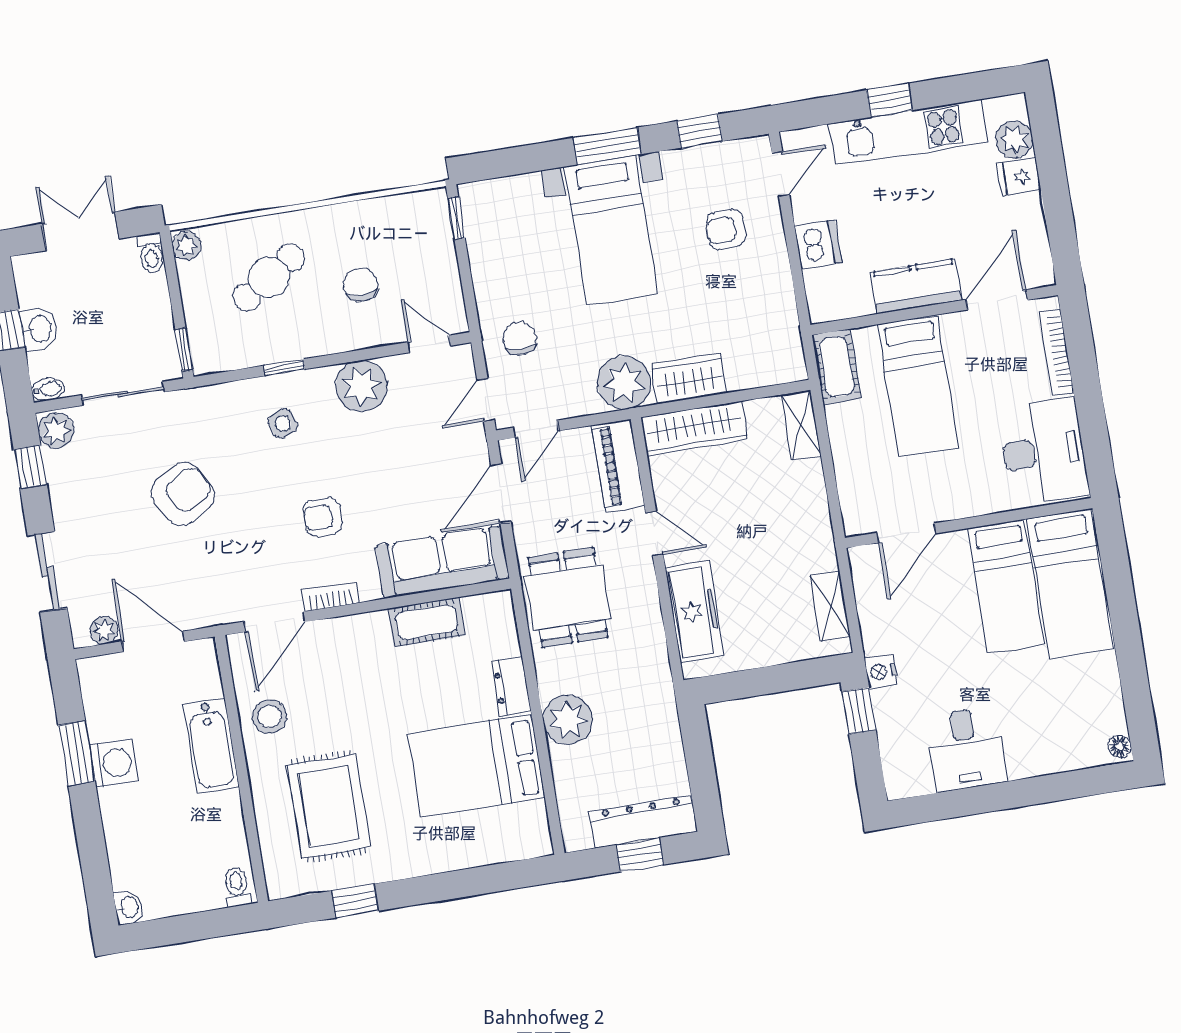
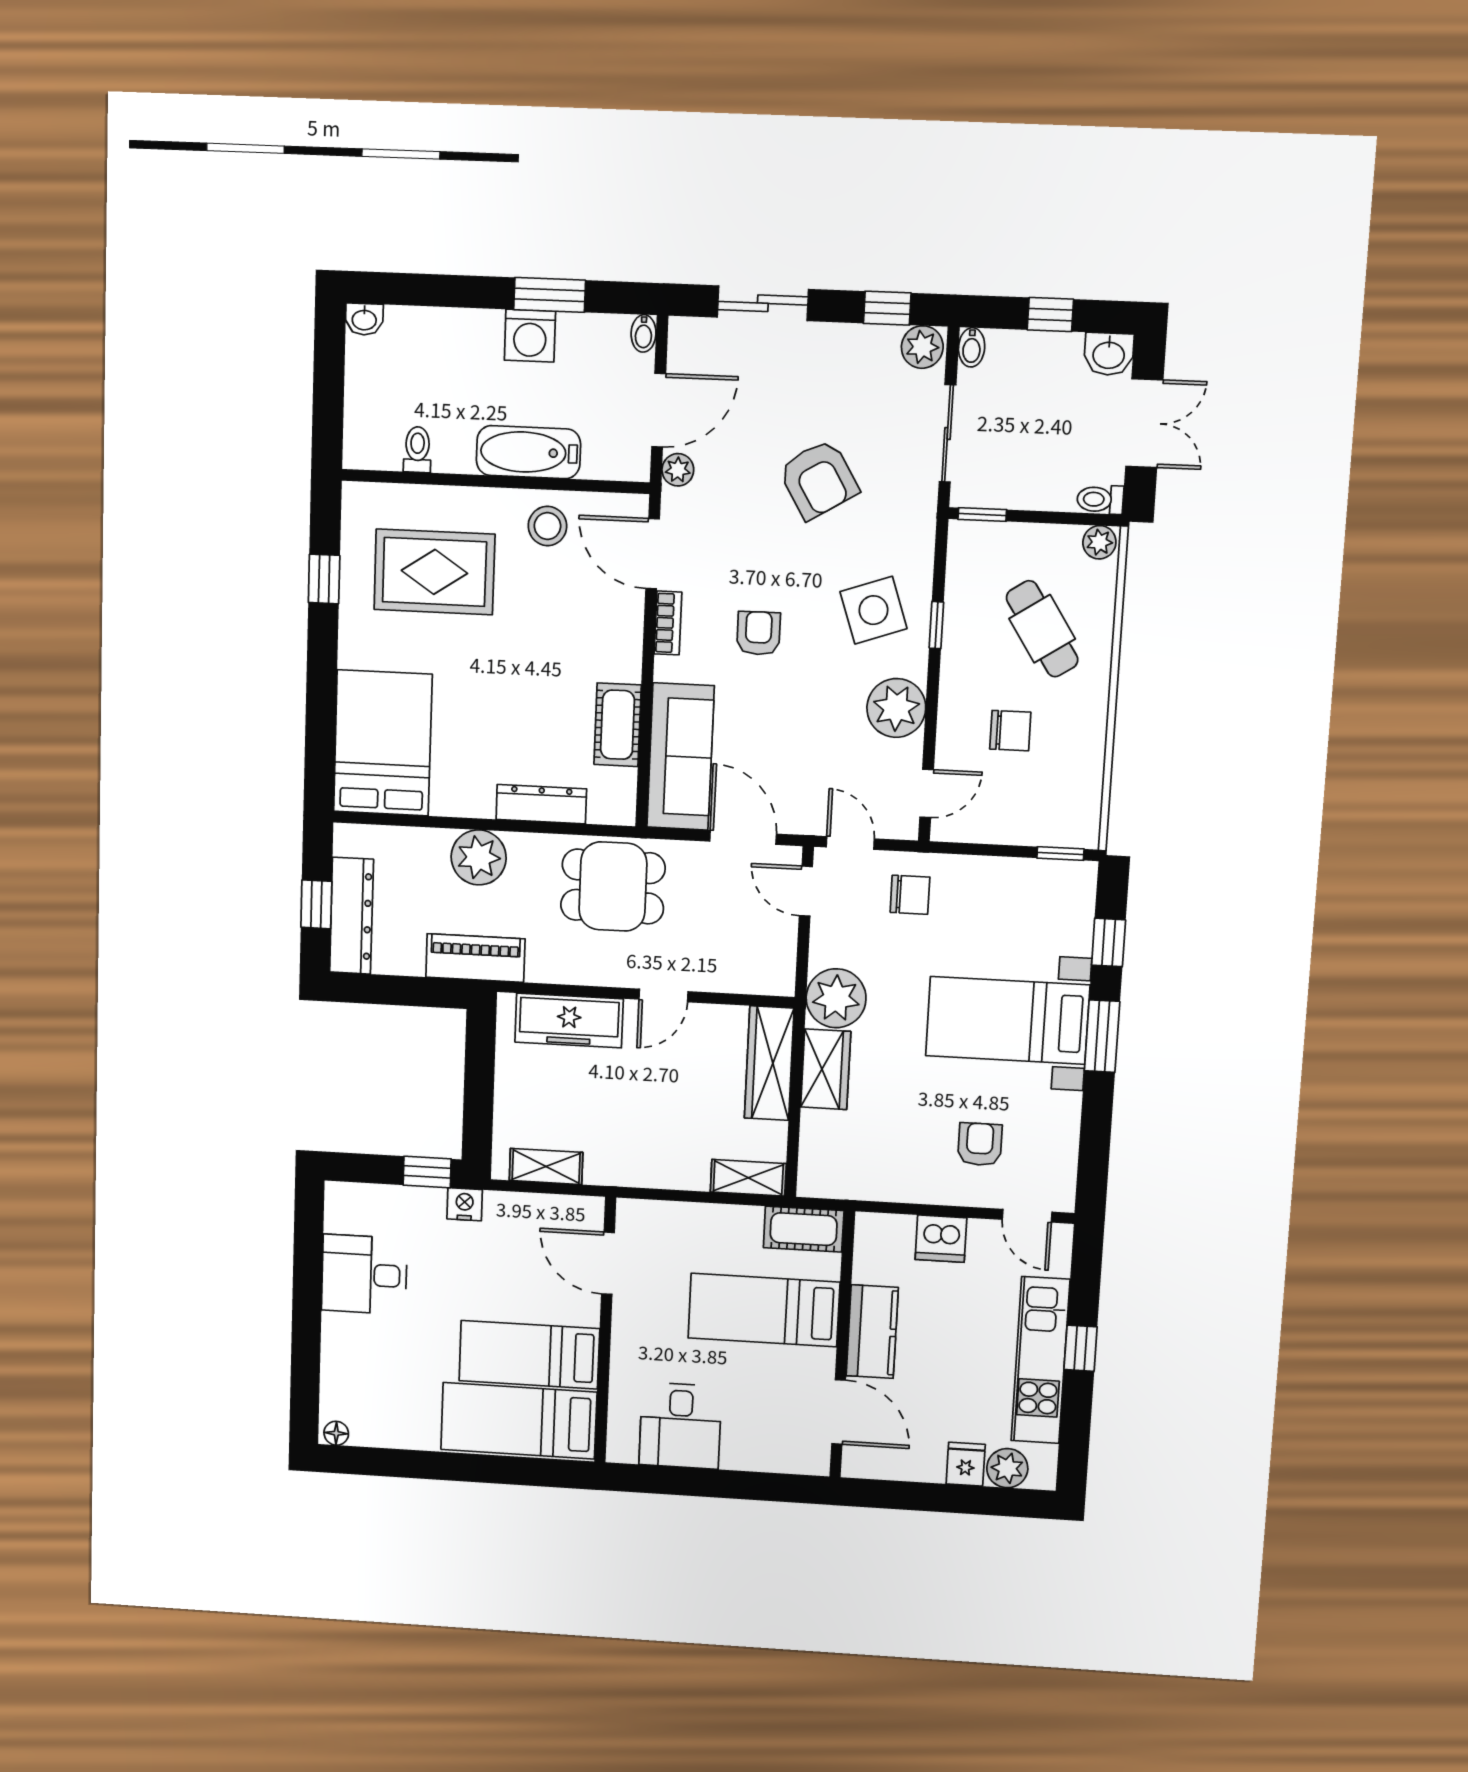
window: (699, 131) -> (1109, 942), moved
washbasin: (39, 329) -> (1109, 354), moved
bookcase: (1056, 353) -> (768, 1461), removed
side table: (283, 424) -> (873, 610), width x1.87, depth x1.87
desk: (1044, 451) -> (680, 1426), width x0.73
piano: (618, 466) -> (475, 958), moved
plant: (104, 630) -> (678, 470), moved
bidet: (92, 667) -> (644, 333), added
dresser: (511, 686) -> (541, 804), width x1.44
bed: (476, 766) -> (383, 743), moved
toilet: (237, 887) -> (417, 450), moved, turned -90

